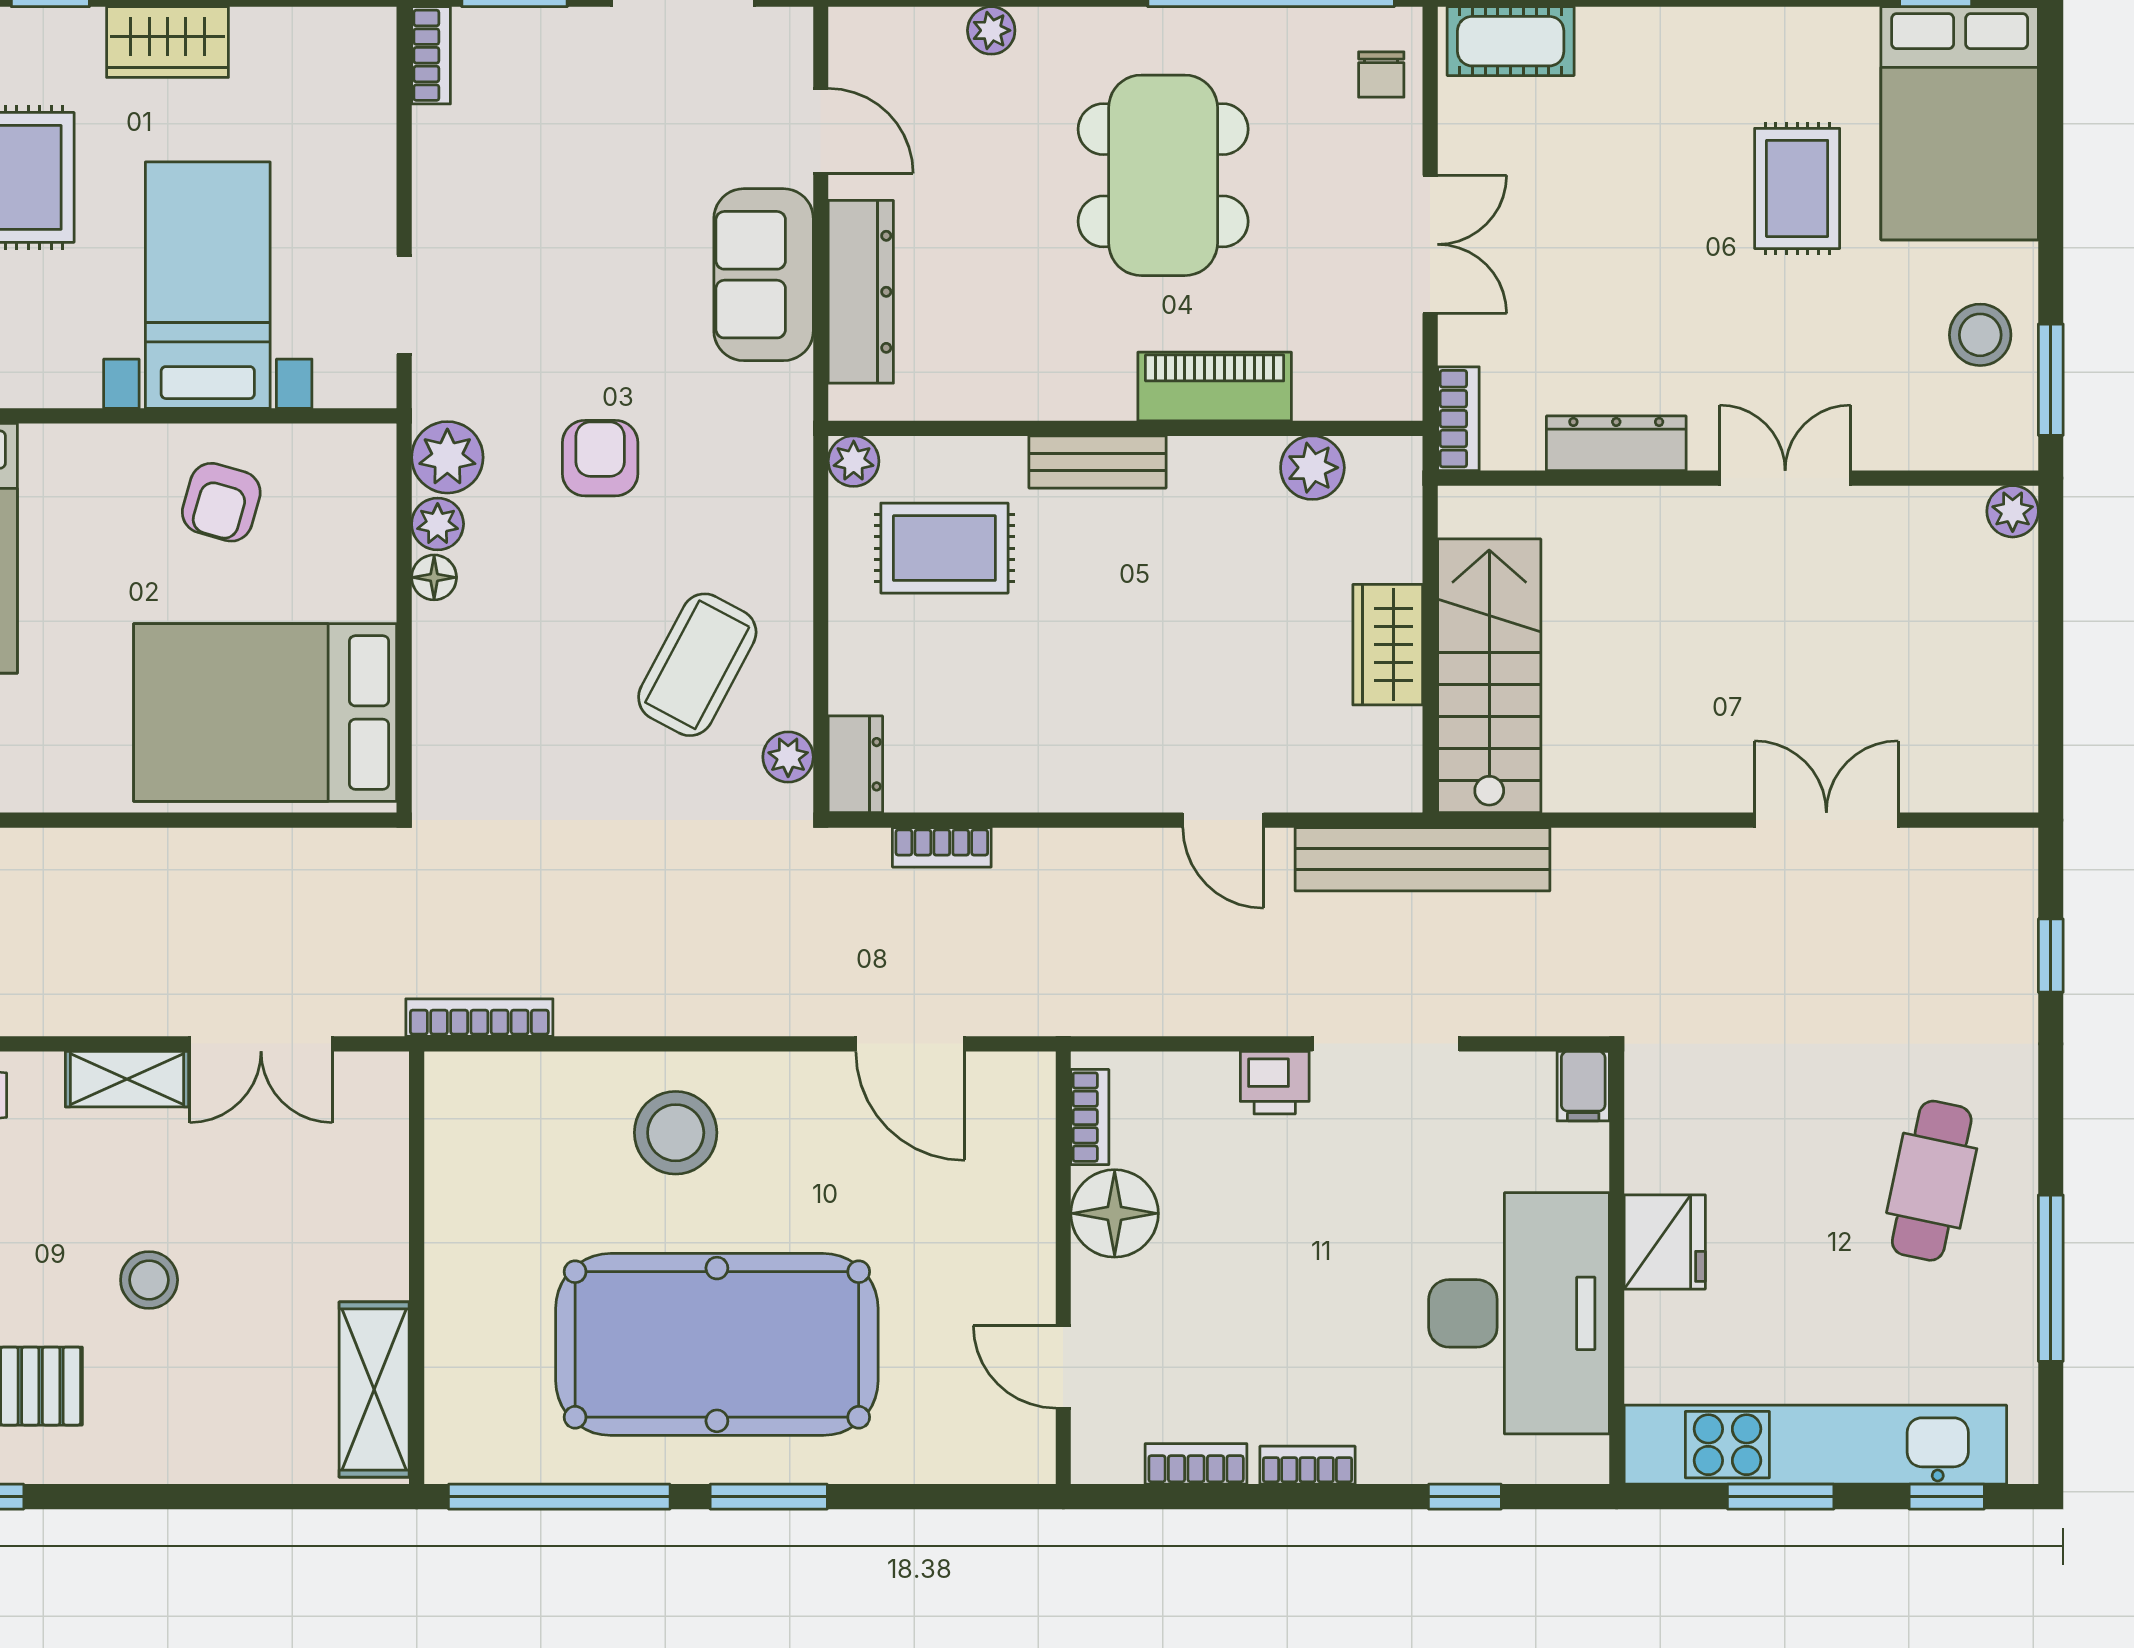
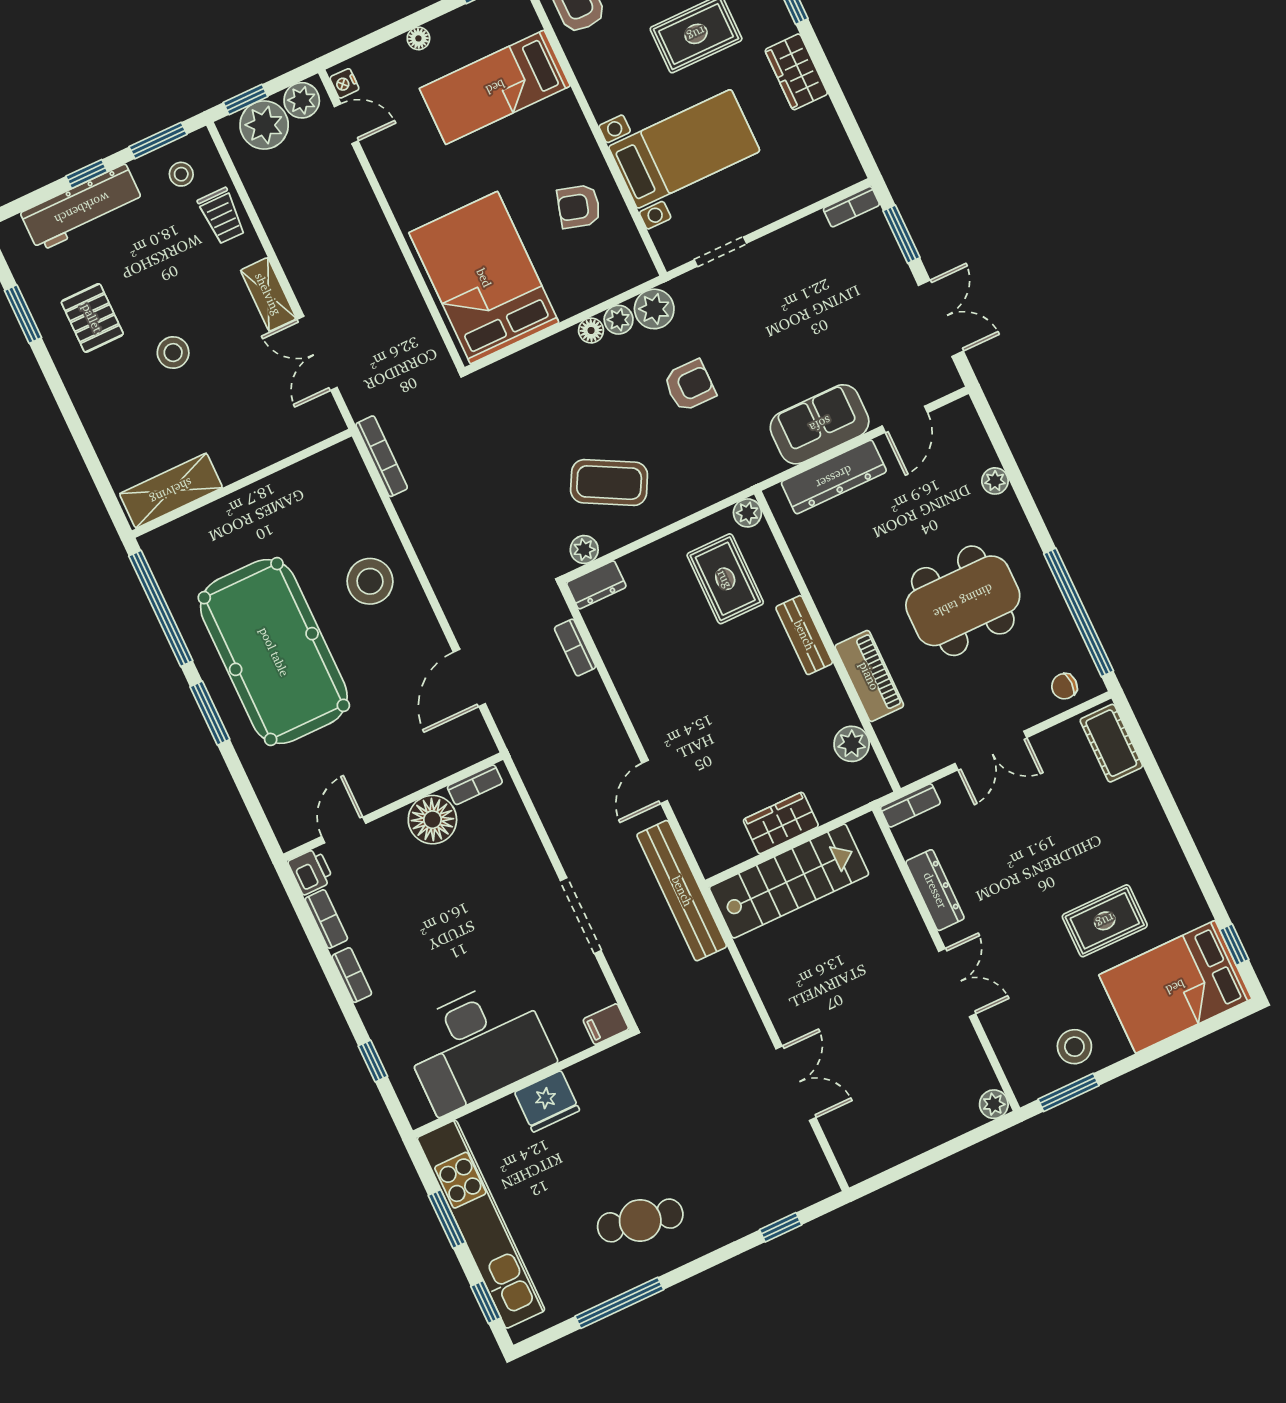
printer: (1275, 1083) -> (311, 871), moved, turned 180

